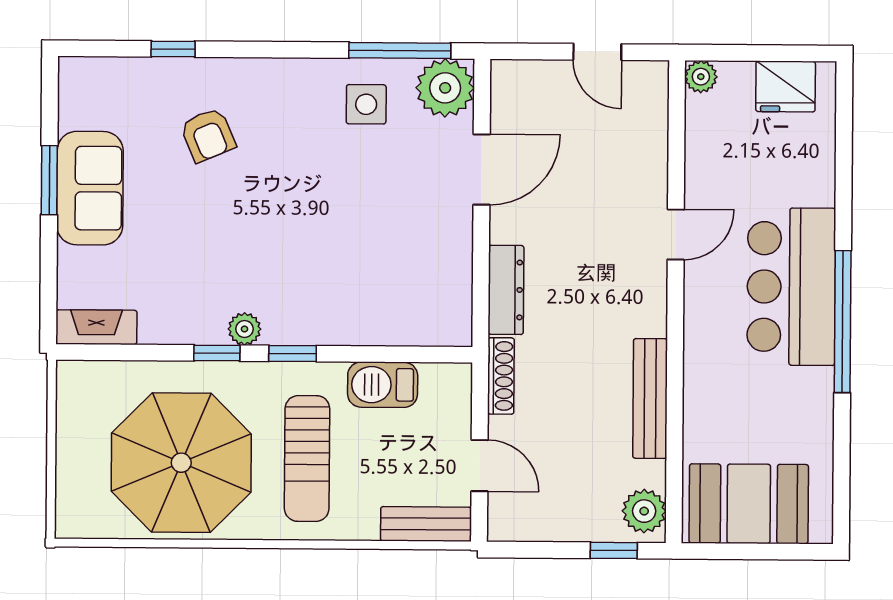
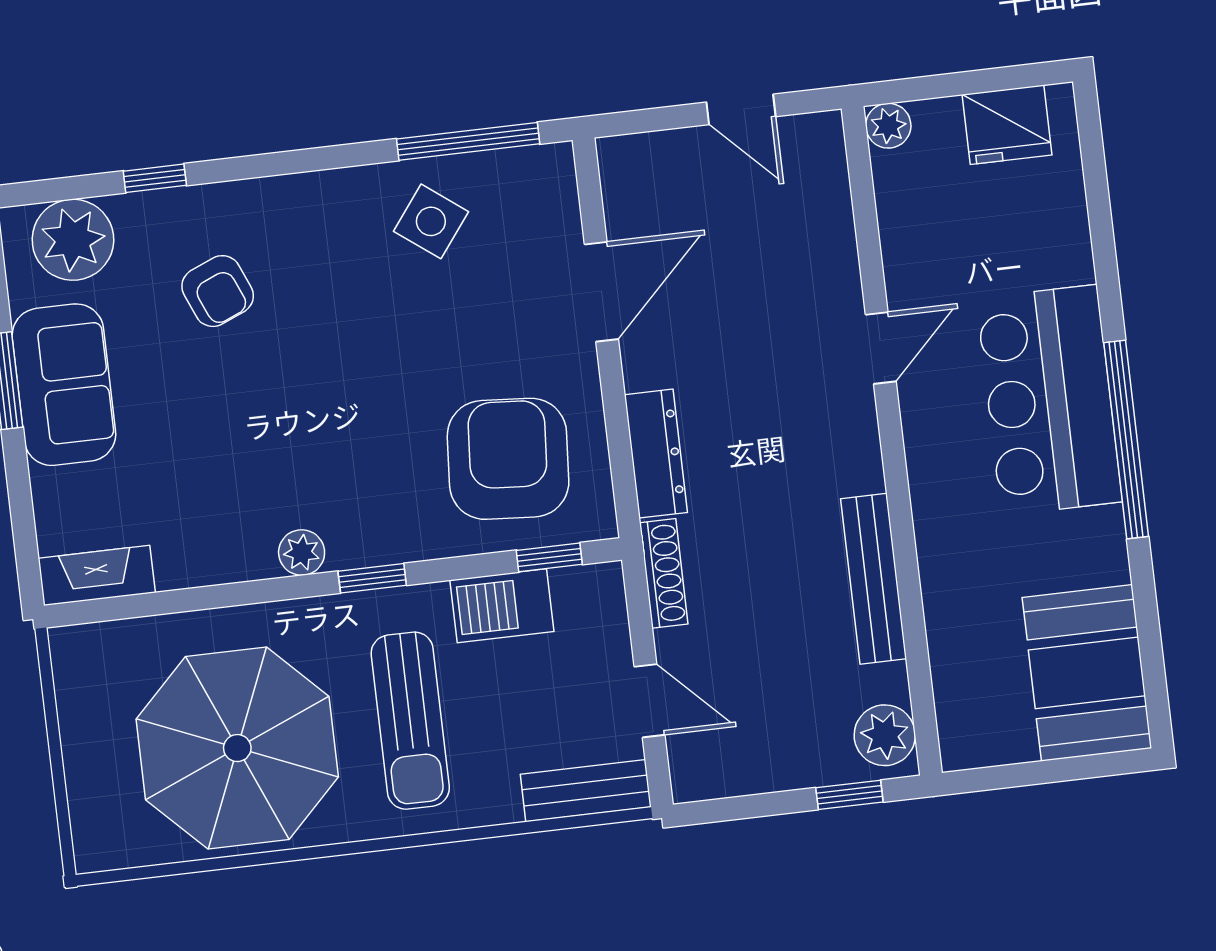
plant: (445, 88) -> (73, 240), moved
side table: (366, 104) -> (431, 221), turned 37
armchair: (400, 280) -> (508, 459), added
window: (217, 353) -> (549, 557), moved
booth: (749, 504) -> (1087, 673), moved, turned 90

